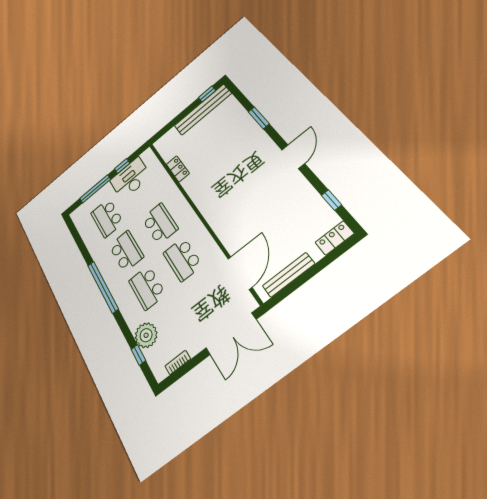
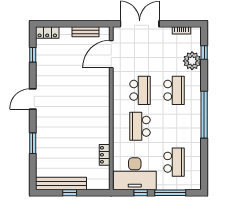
window: (207, 94) -> (70, 193), moved
desk: (130, 178) -> (135, 174), width x1.36, depth x1.30
school desk: (126, 251) -> (174, 126), removed
bench: (288, 275) -> (86, 32), width x0.73

